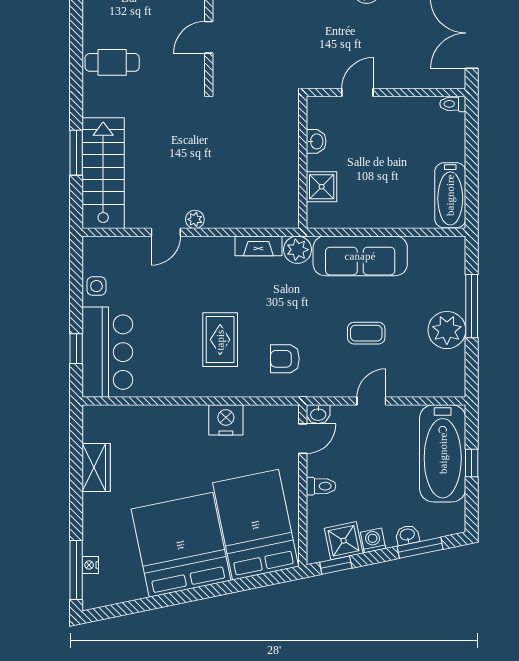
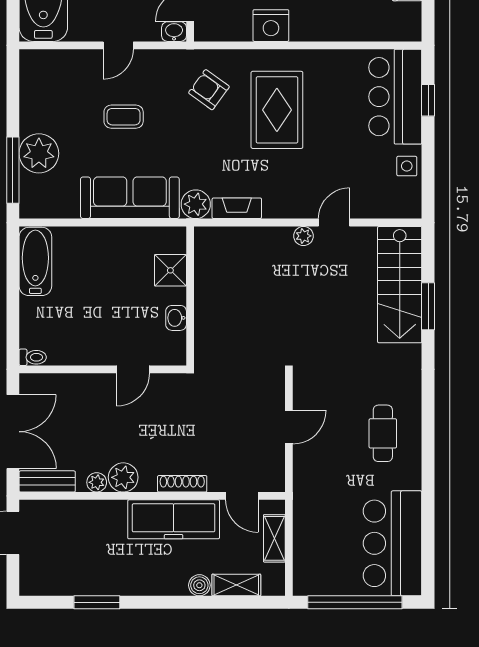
cafe table: (112, 62) -> (383, 433), moved, turned 90
window: (472, 306) -> (13, 170), moved
plant: (447, 330) -> (39, 153), moved
rug: (220, 340) -> (277, 110), width x1.36, depth x1.43
armchair: (285, 359) -> (209, 90), turned -144

